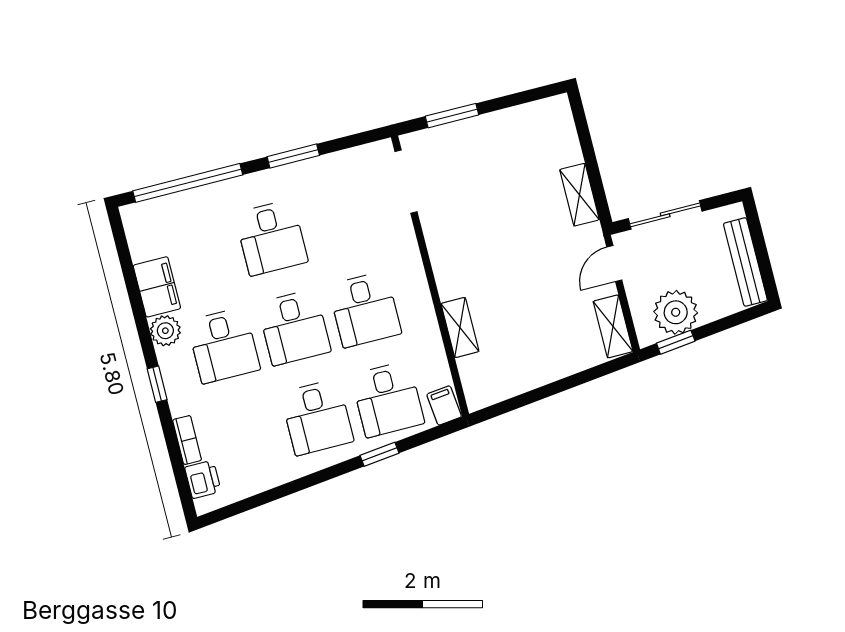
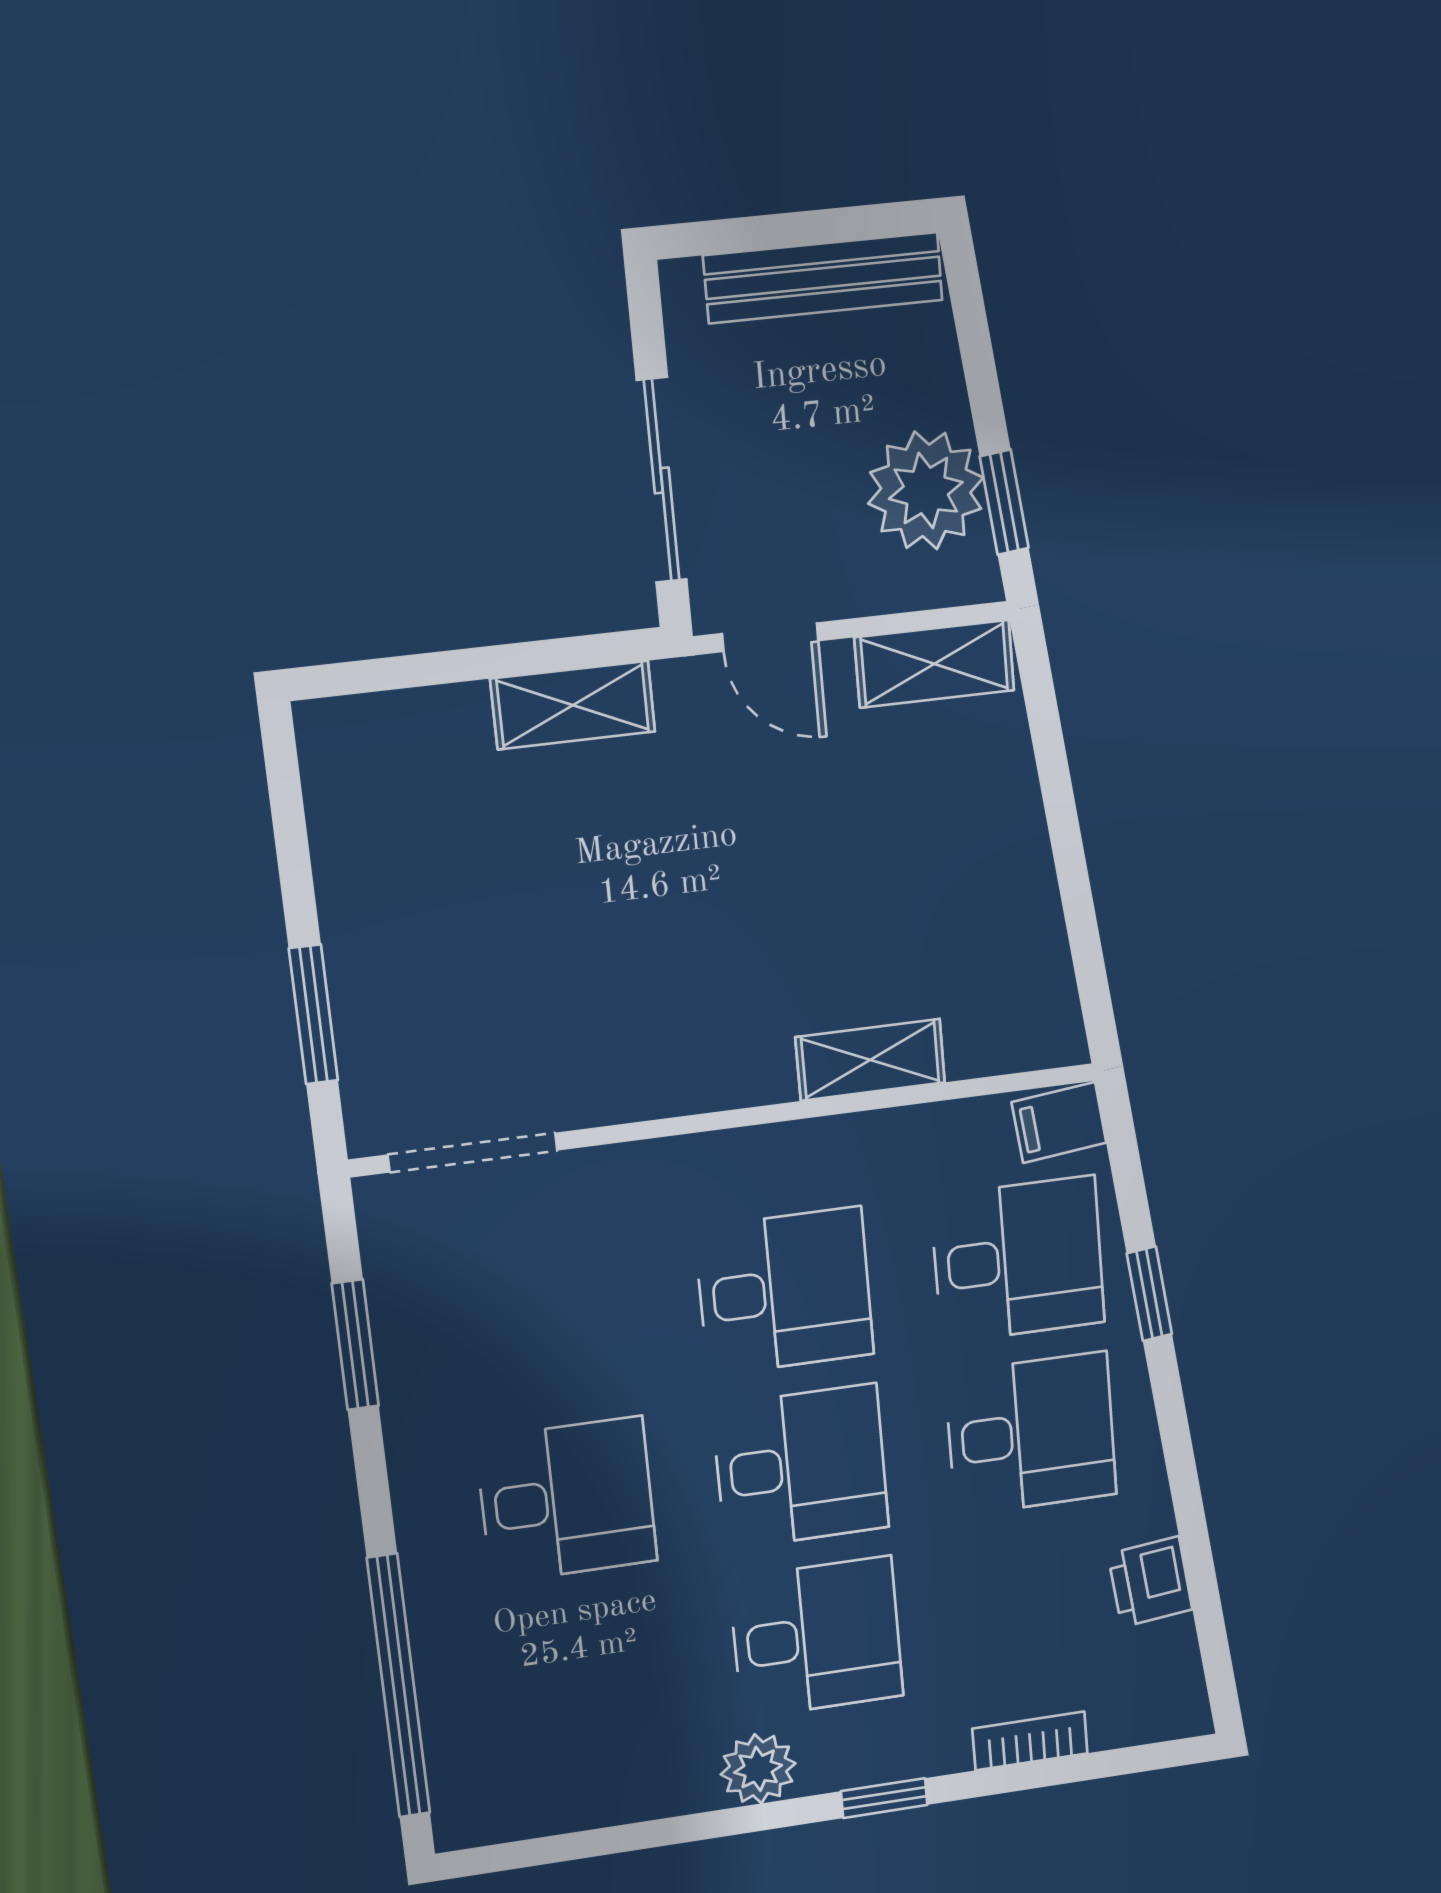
window: (293, 156) -> (355, 1345), moved
filing cabinet: (157, 287) -> (648, 1780), removed
printer: (203, 479) -> (1150, 1582), moved, turned -96

